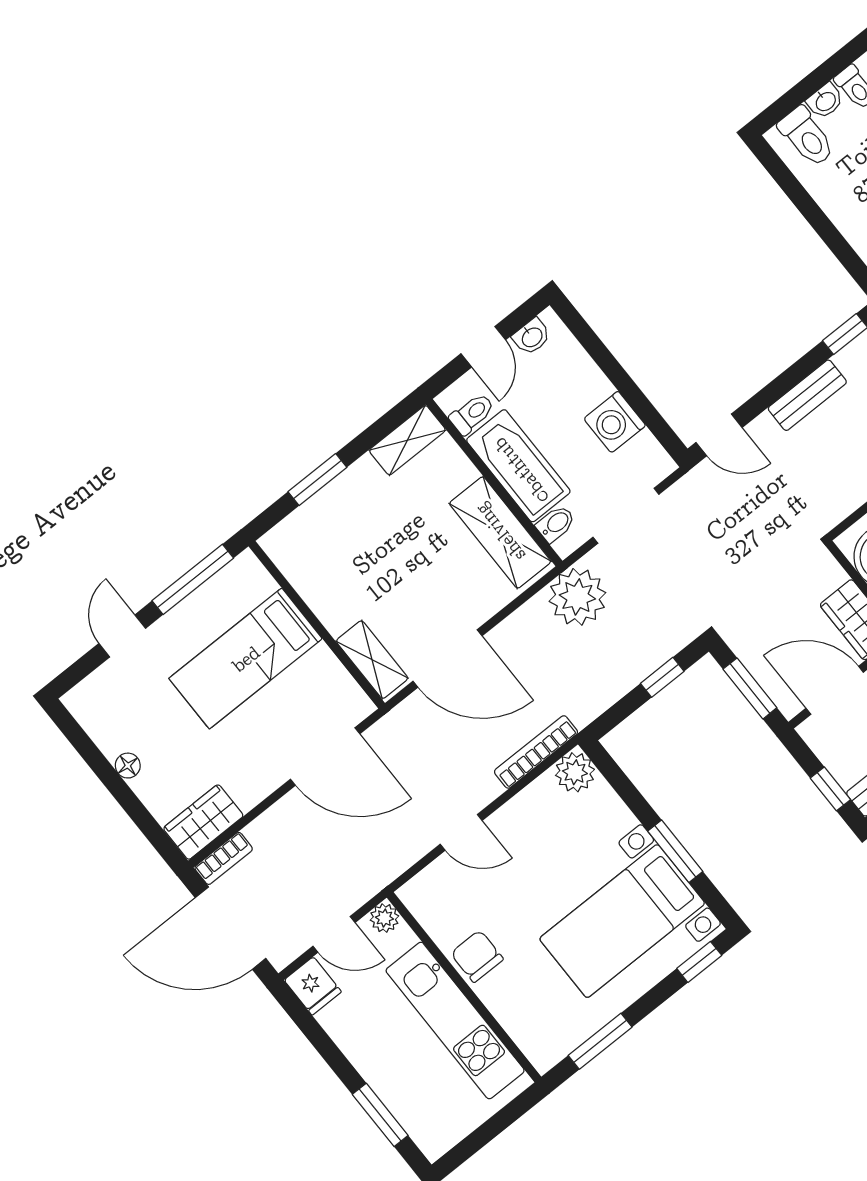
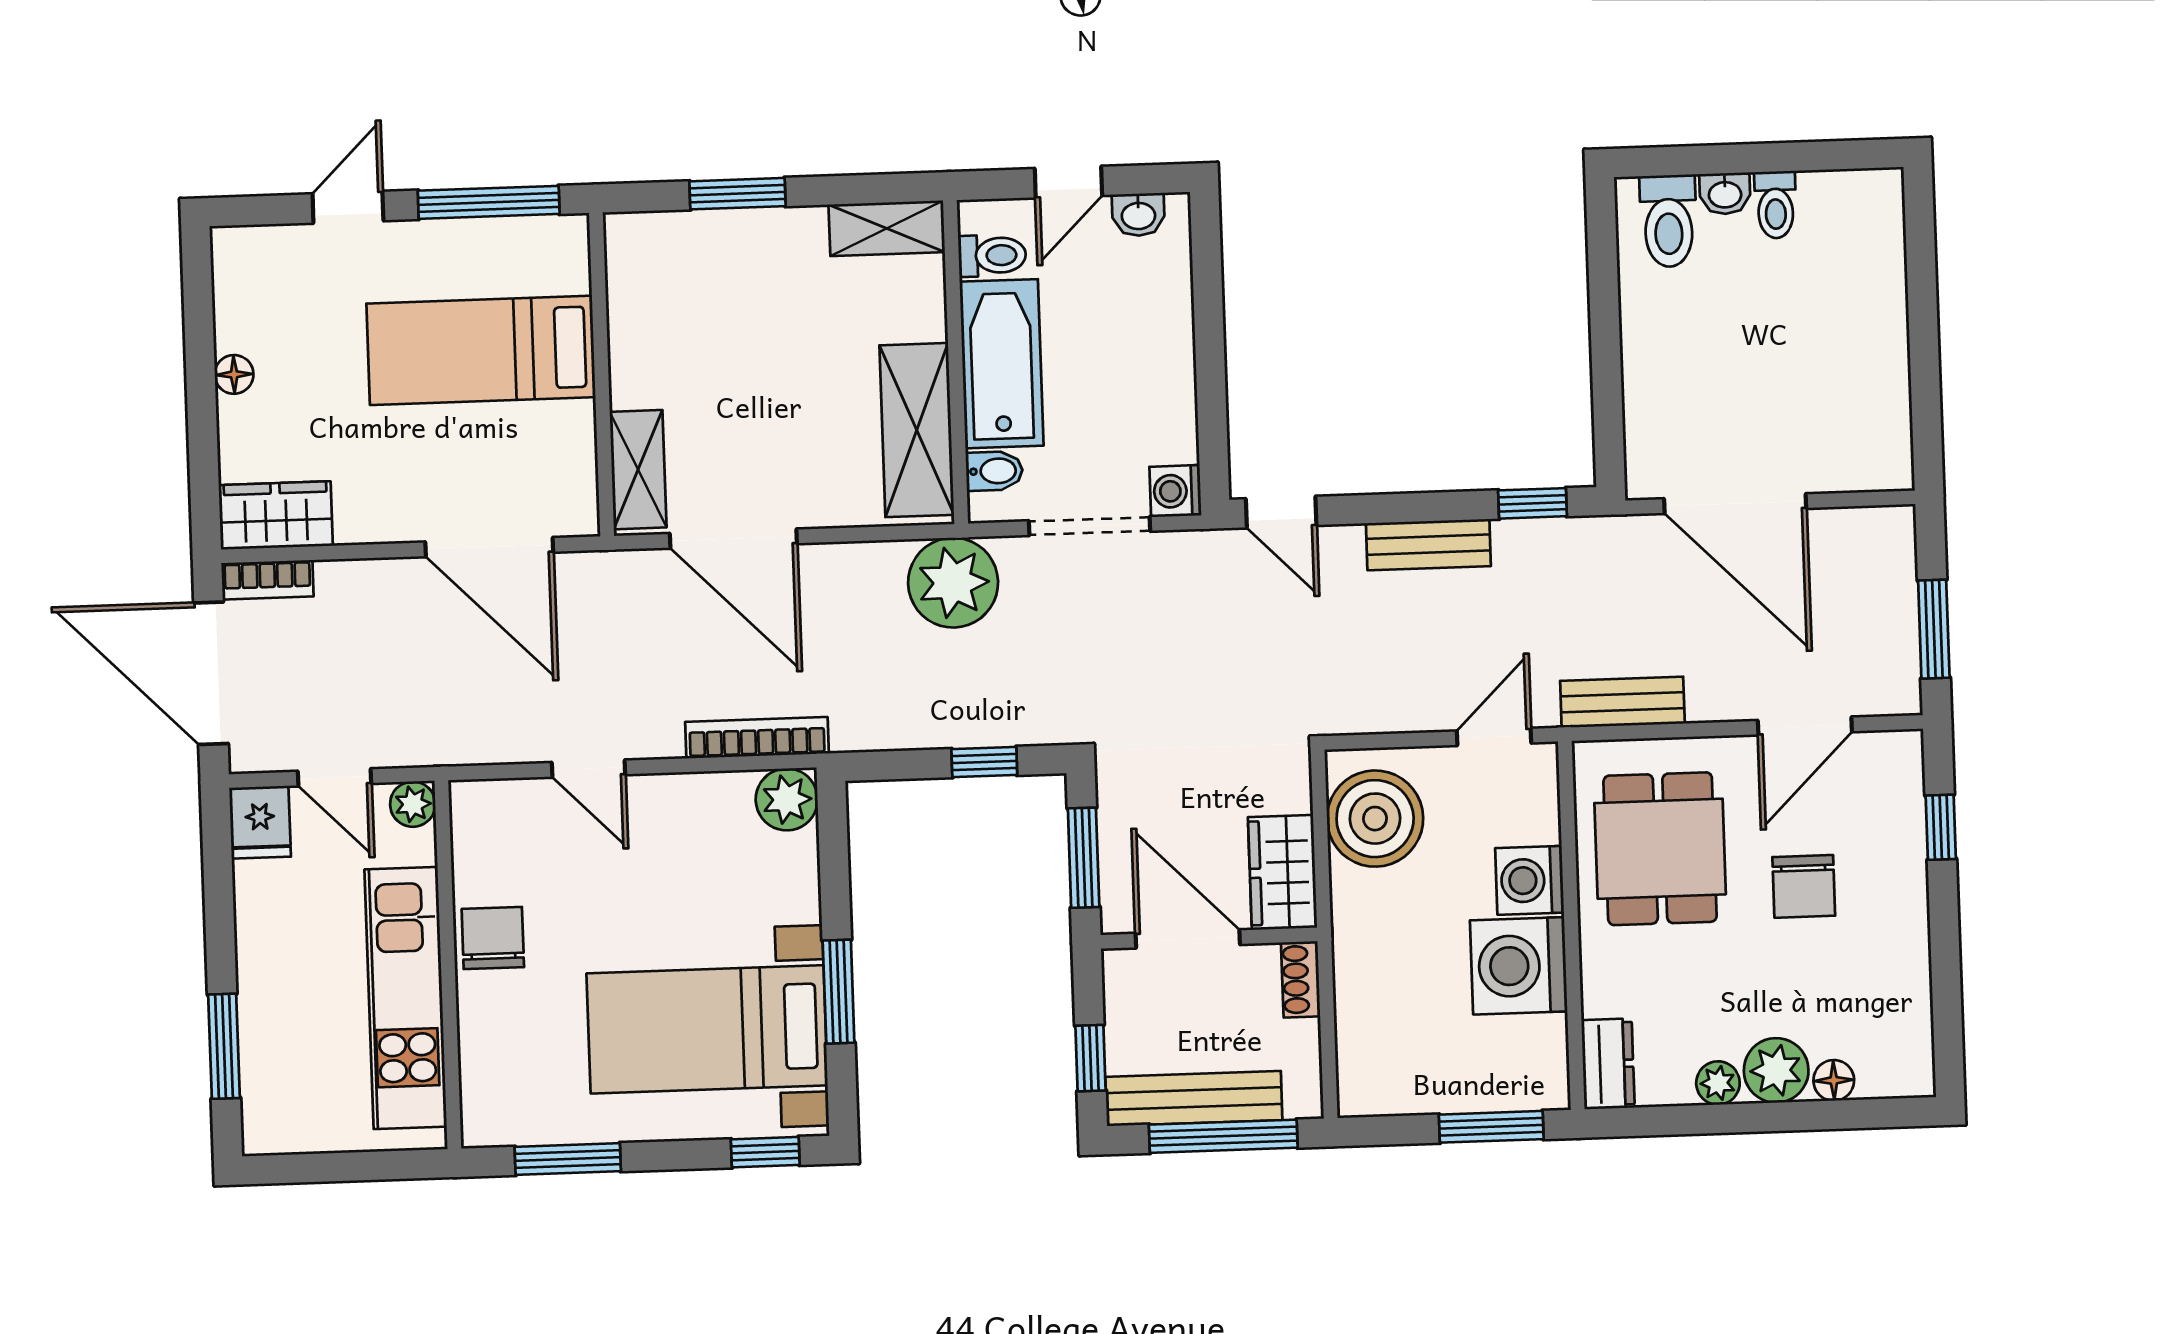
washing machine: (615, 422) -> (1175, 491), moved, width x0.73, depth x0.73

